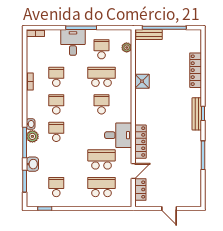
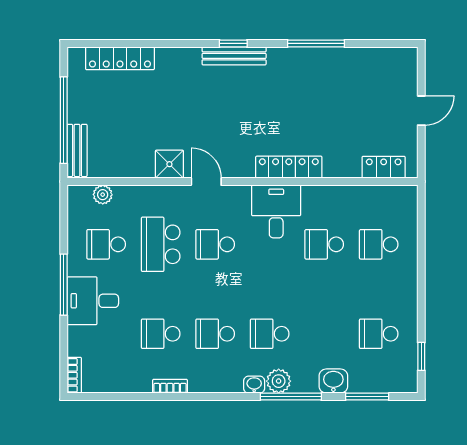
locker: (196, 70) -> (120, 58), moved
school desk: (101, 159) -> (324, 244), width x0.54
door: (133, 171) -> (206, 182), moved
school desk: (101, 187) -> (379, 244), width x0.54

